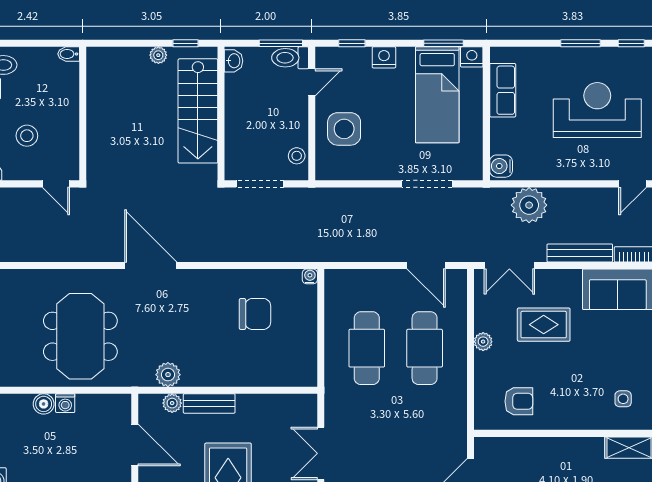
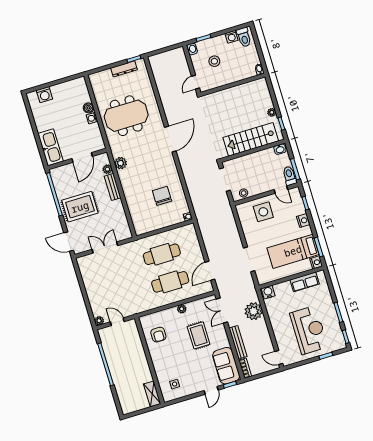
chair: (255, 314) -> (162, 196), turned 180

